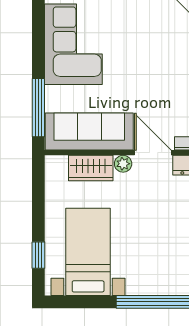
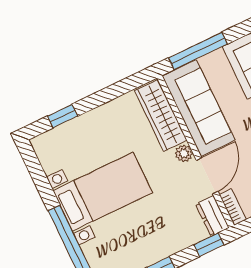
wardrobe: (91, 168) -> (161, 115), width x1.50
bed with nightstands: (88, 252) -> (103, 192), moved

